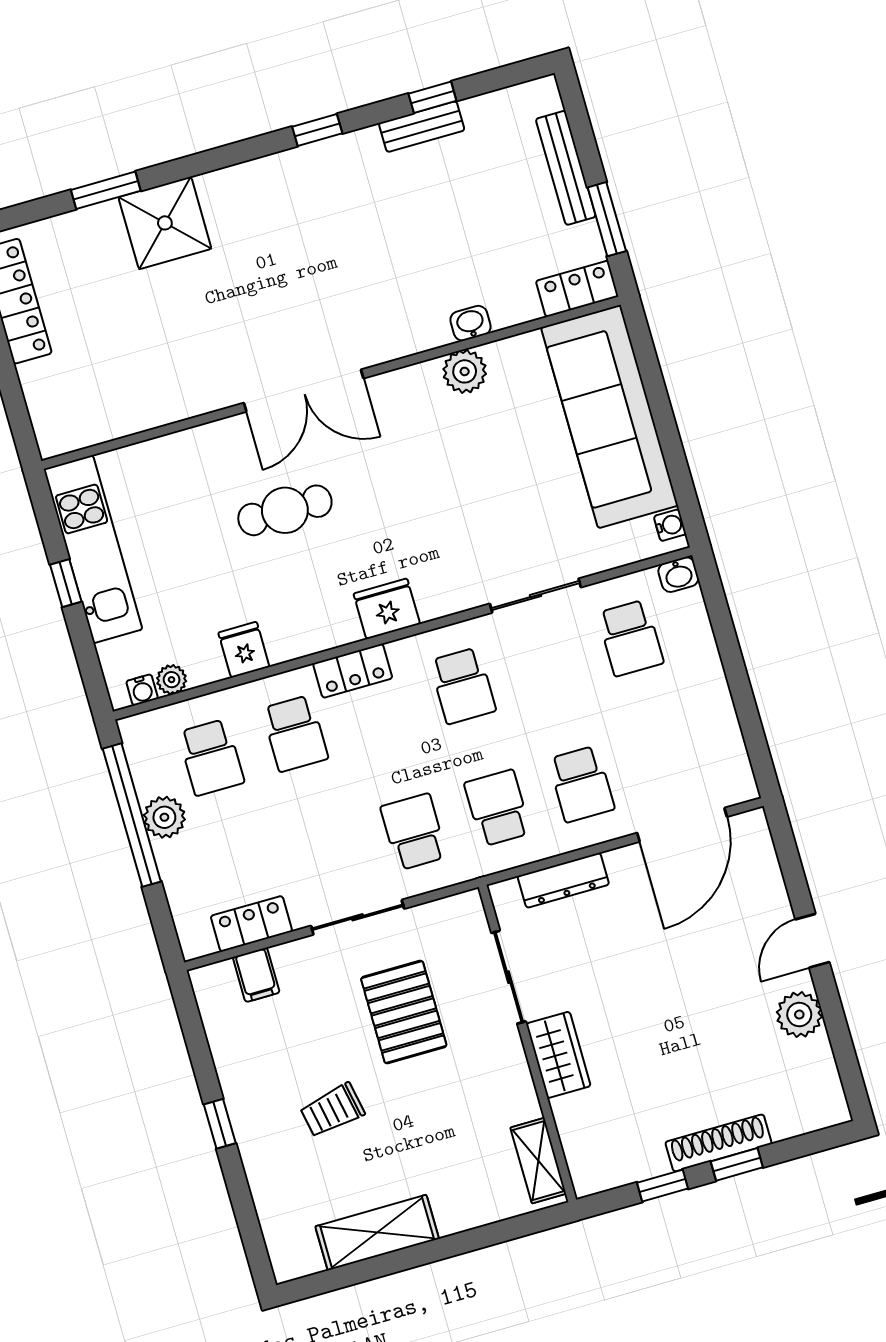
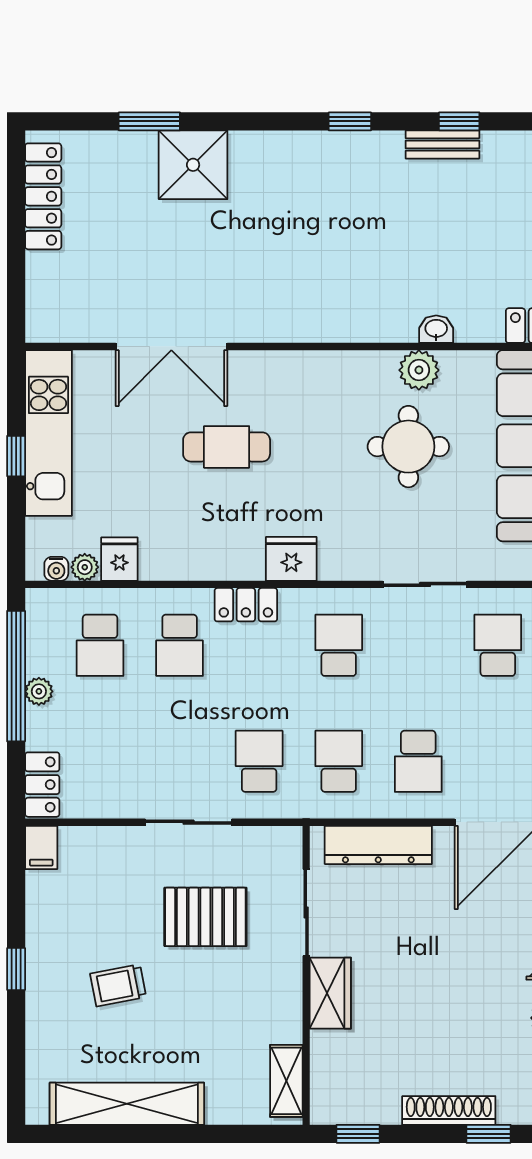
double door: (304, 391) -> (171, 347), moved
round table: (476, 455) -> (408, 447), added
school desk: (630, 638) -> (498, 645), turned 180
fridge: (244, 650) -> (119, 559), moved
school desk: (463, 686) -> (339, 645), turned 180
plant: (164, 817) -> (39, 691), width x0.73, depth x0.73
dresser: (563, 880) -> (378, 845), width x1.37, depth x1.24
locker: (251, 924) -> (42, 785), moved, turned 90
filing cabinet: (256, 975) -> (41, 847), moved
pallet: (404, 1012) -> (205, 917), turned 90
window: (737, 1164) -> (489, 1134), moved
window: (662, 1186) -> (358, 1134), moved
shelving: (377, 1233) -> (127, 1104), width x1.47

